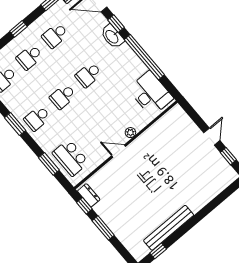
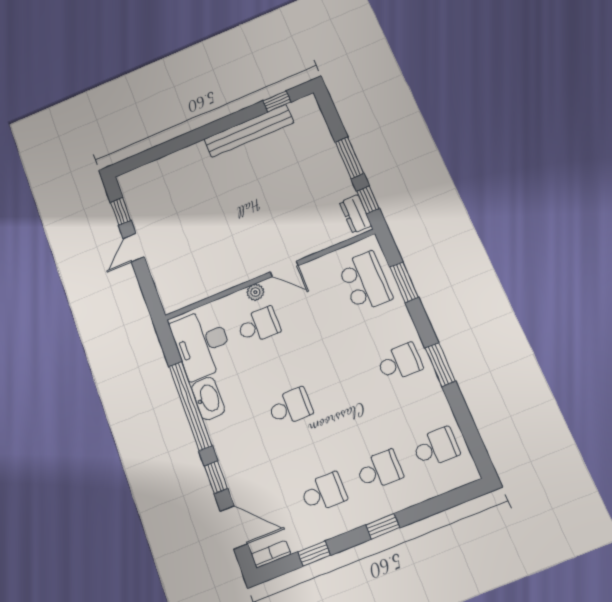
washbasin: (112, 36) -> (208, 399), moved
school desk: (63, 97) -> (259, 325), moved

